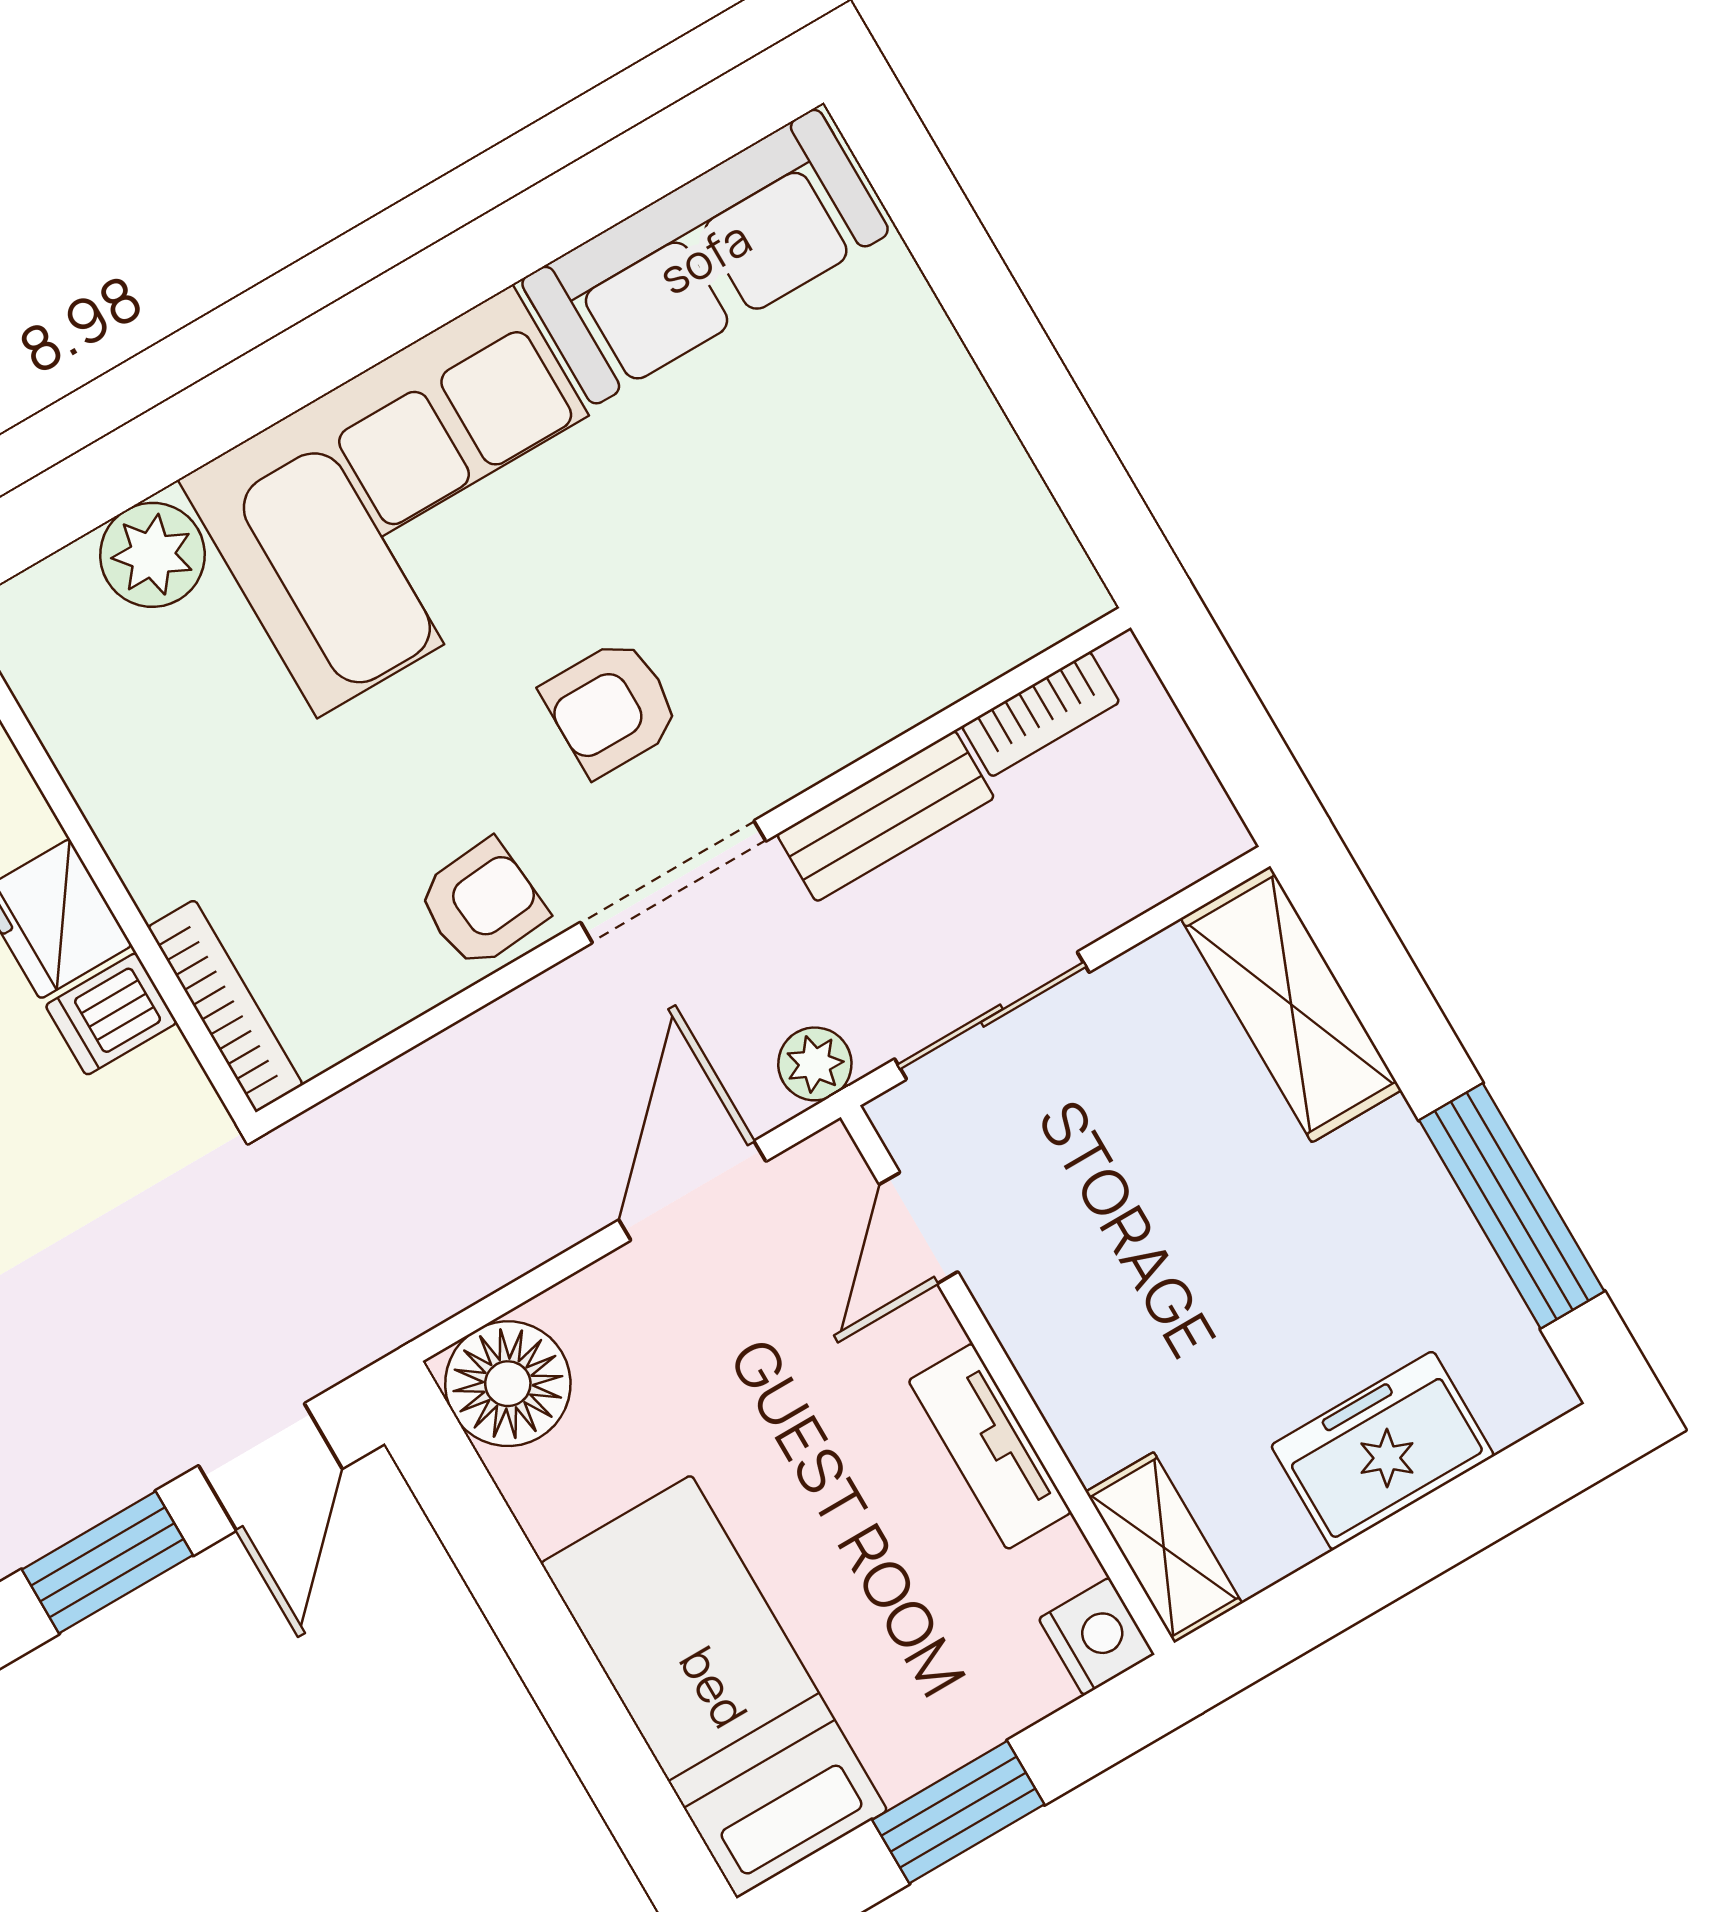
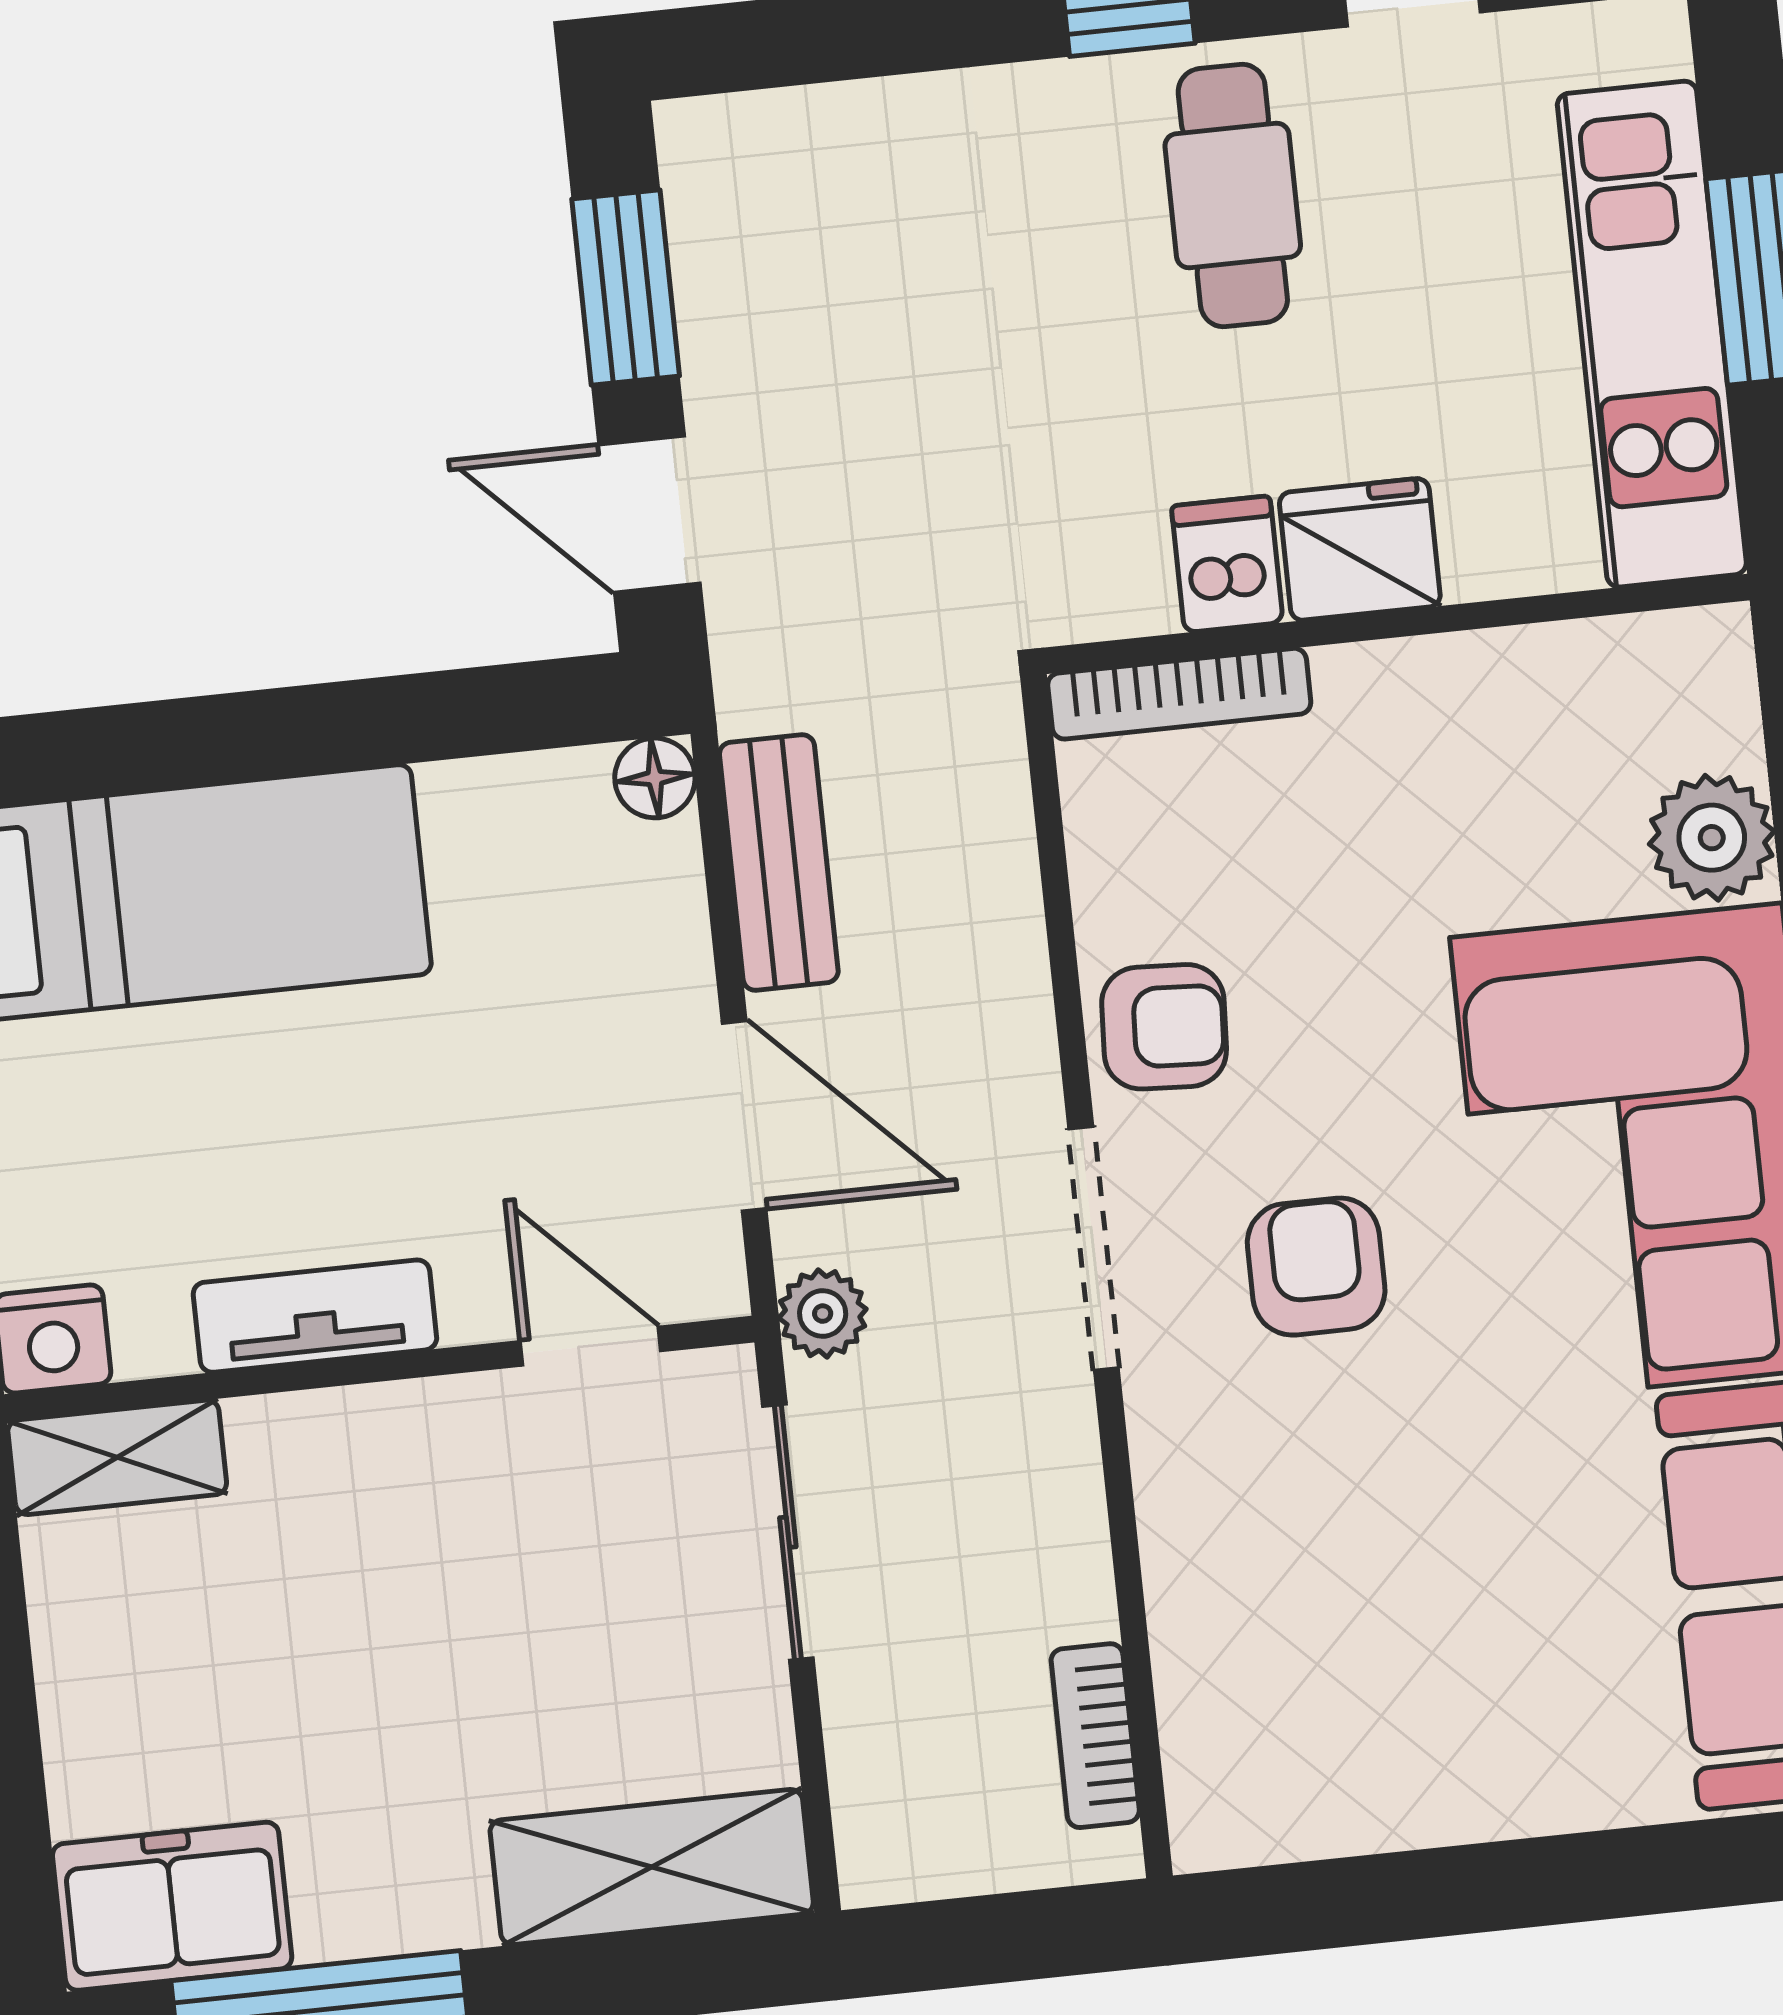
bench: (886, 816) -> (779, 863), moved
armchair: (482, 904) -> (1164, 1027), turned -82
floor lamp: (508, 1384) -> (655, 778), width x0.53, depth x0.53
freezer: (1383, 1451) -> (172, 1906), moved, turned -90

